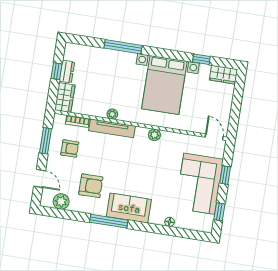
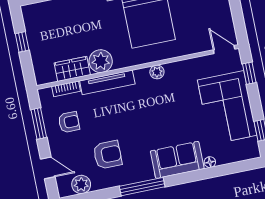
dresser: (67, 72) -> (34, 38), removed
wardrobe: (65, 98) -> (72, 69), moved, turned -90
plant: (112, 114) -> (101, 61), width x1.88, depth x1.88
window: (225, 175) -> (249, 73), moved
sofa: (129, 208) -> (177, 160), moved

